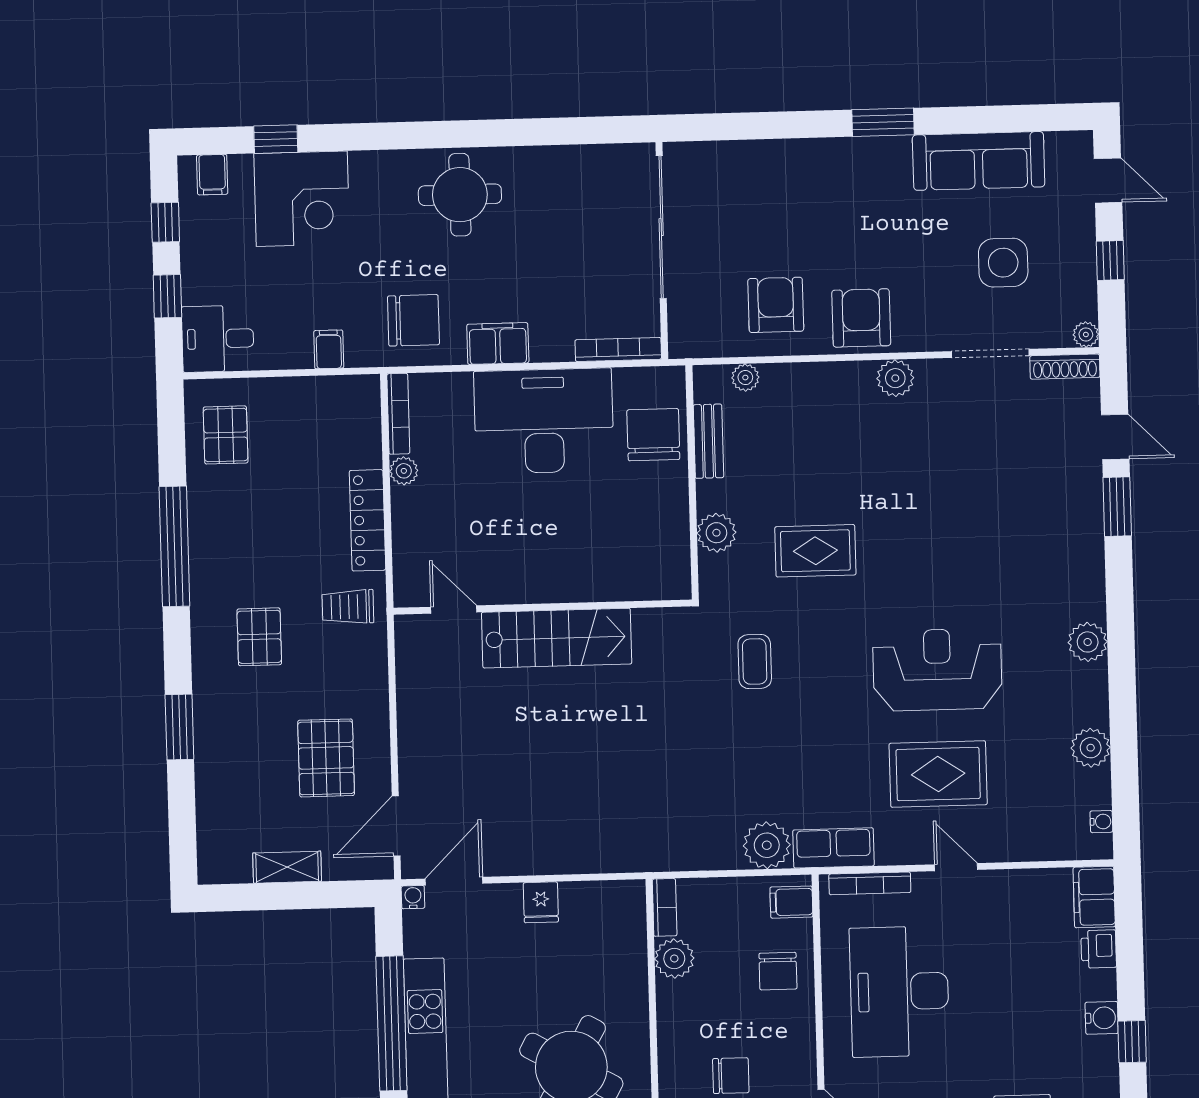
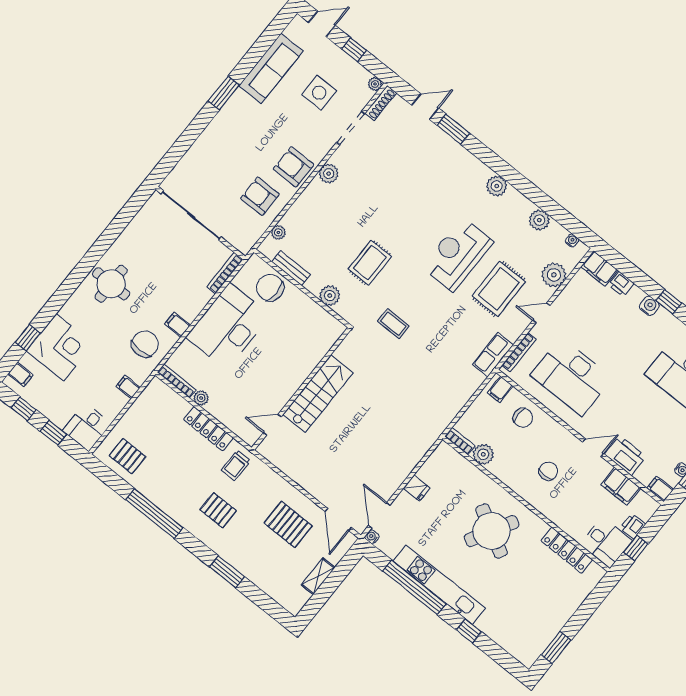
filing cabinet: (498, 344) -> (177, 325), width x0.50
plant: (767, 845) -> (554, 275), moved

